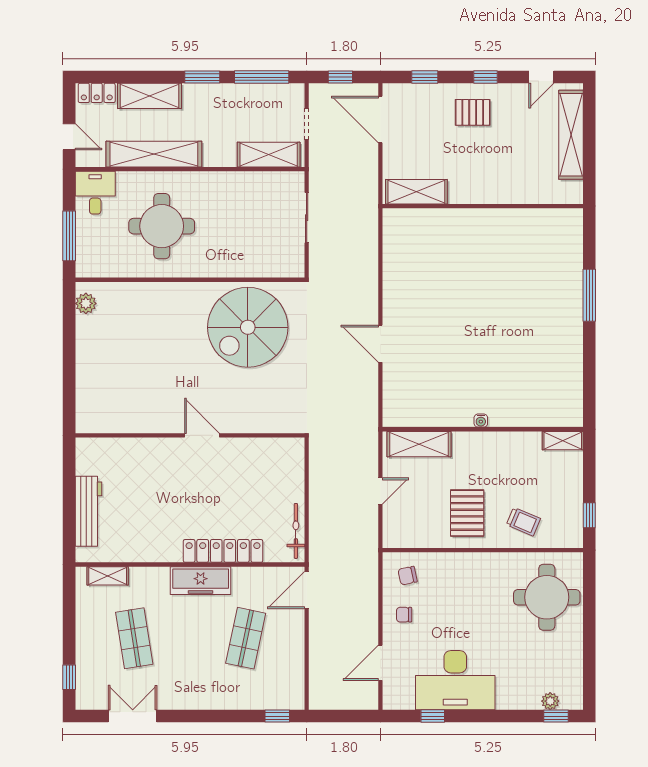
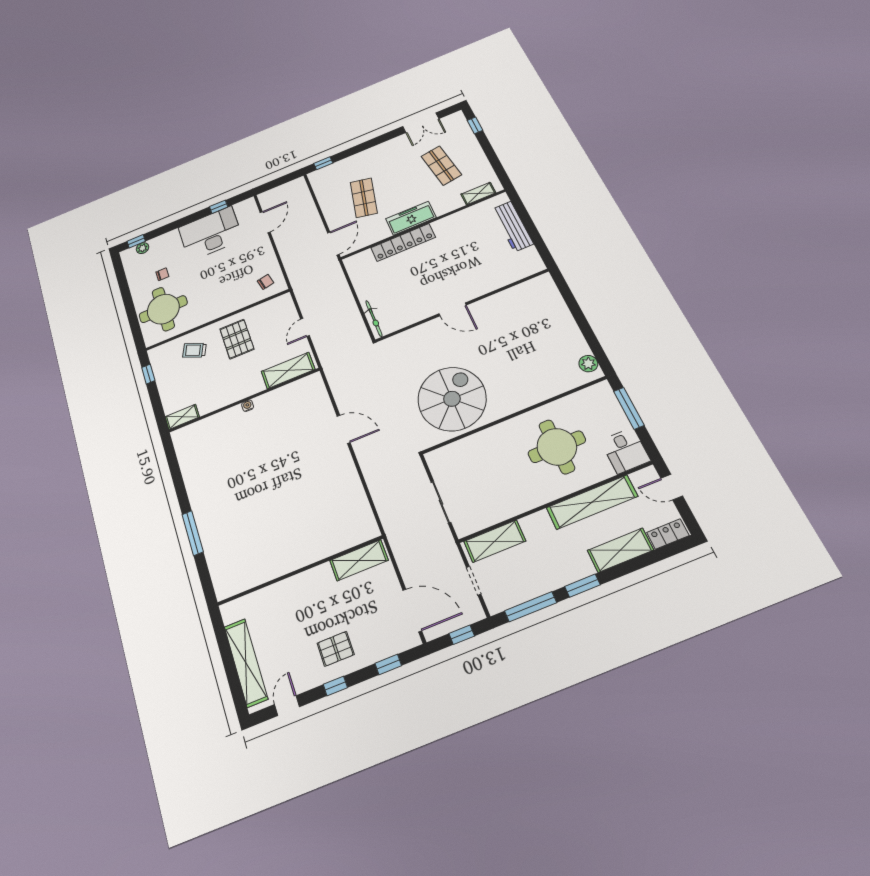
bicycle: (296, 531) -> (374, 319), moved
chair: (404, 615) -> (162, 274), moved

